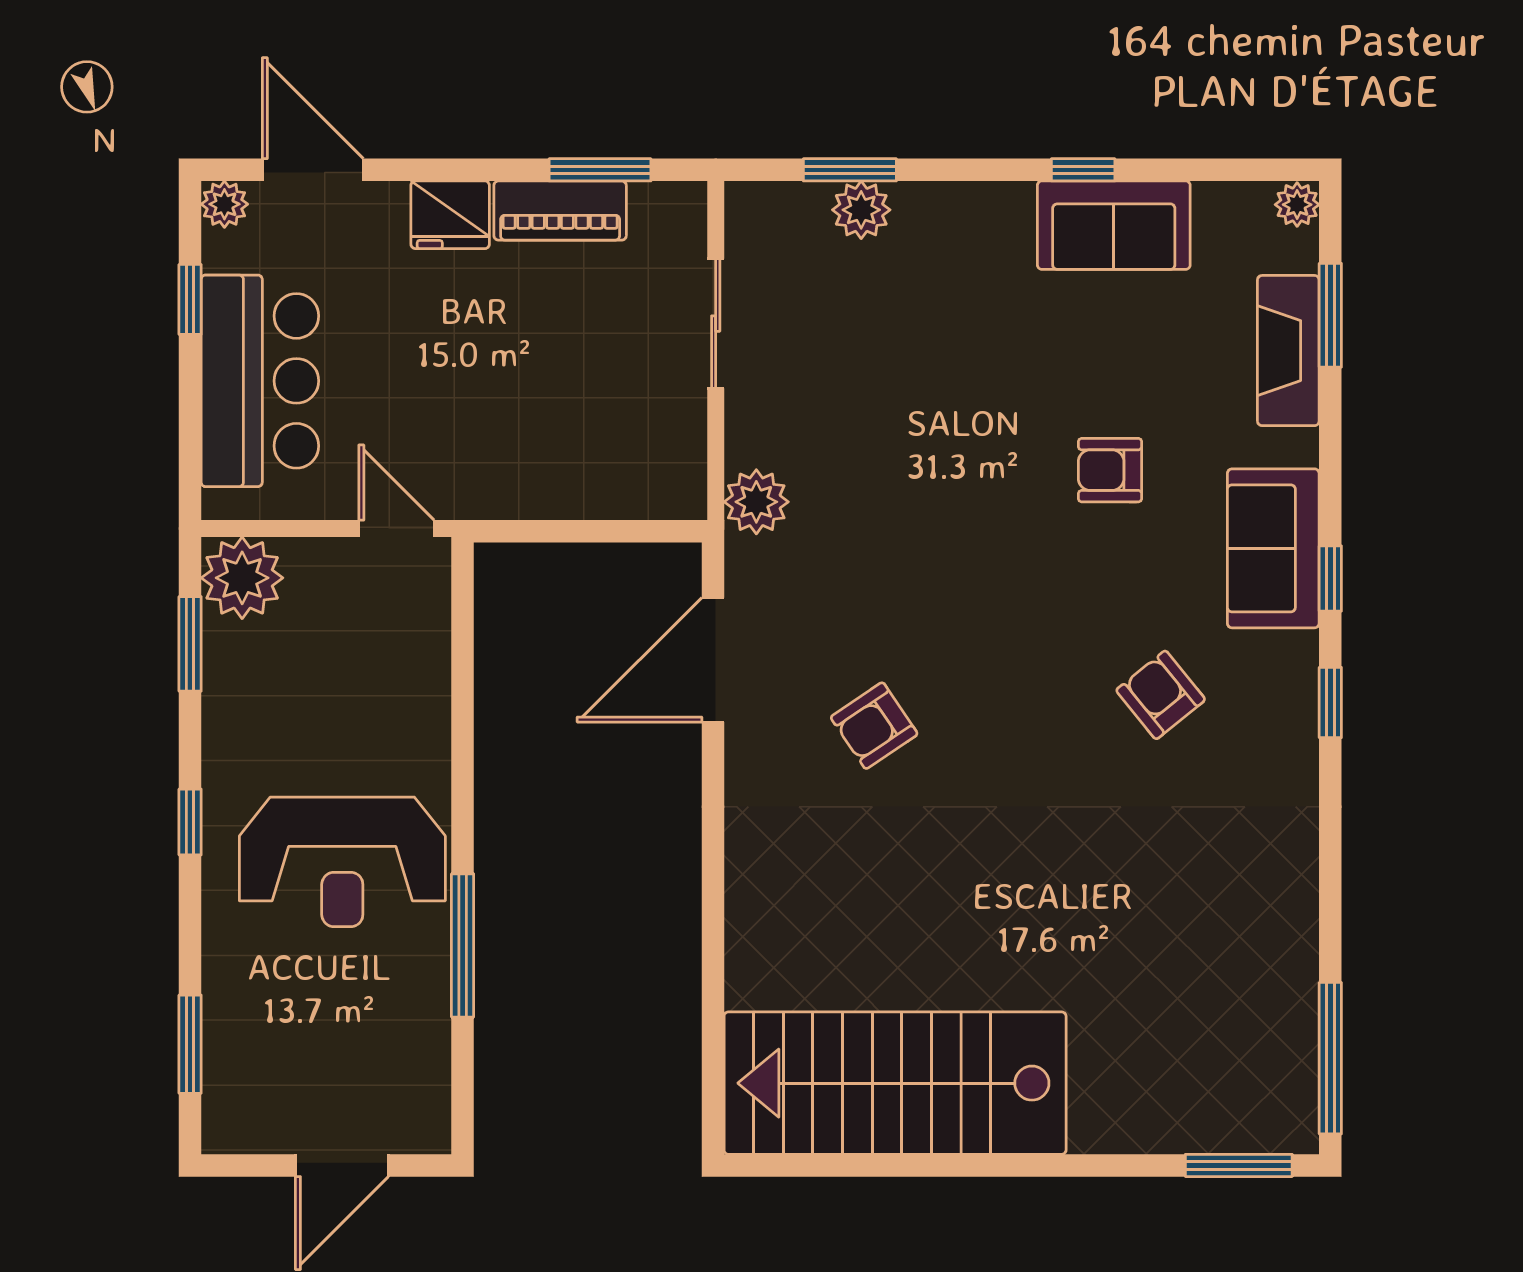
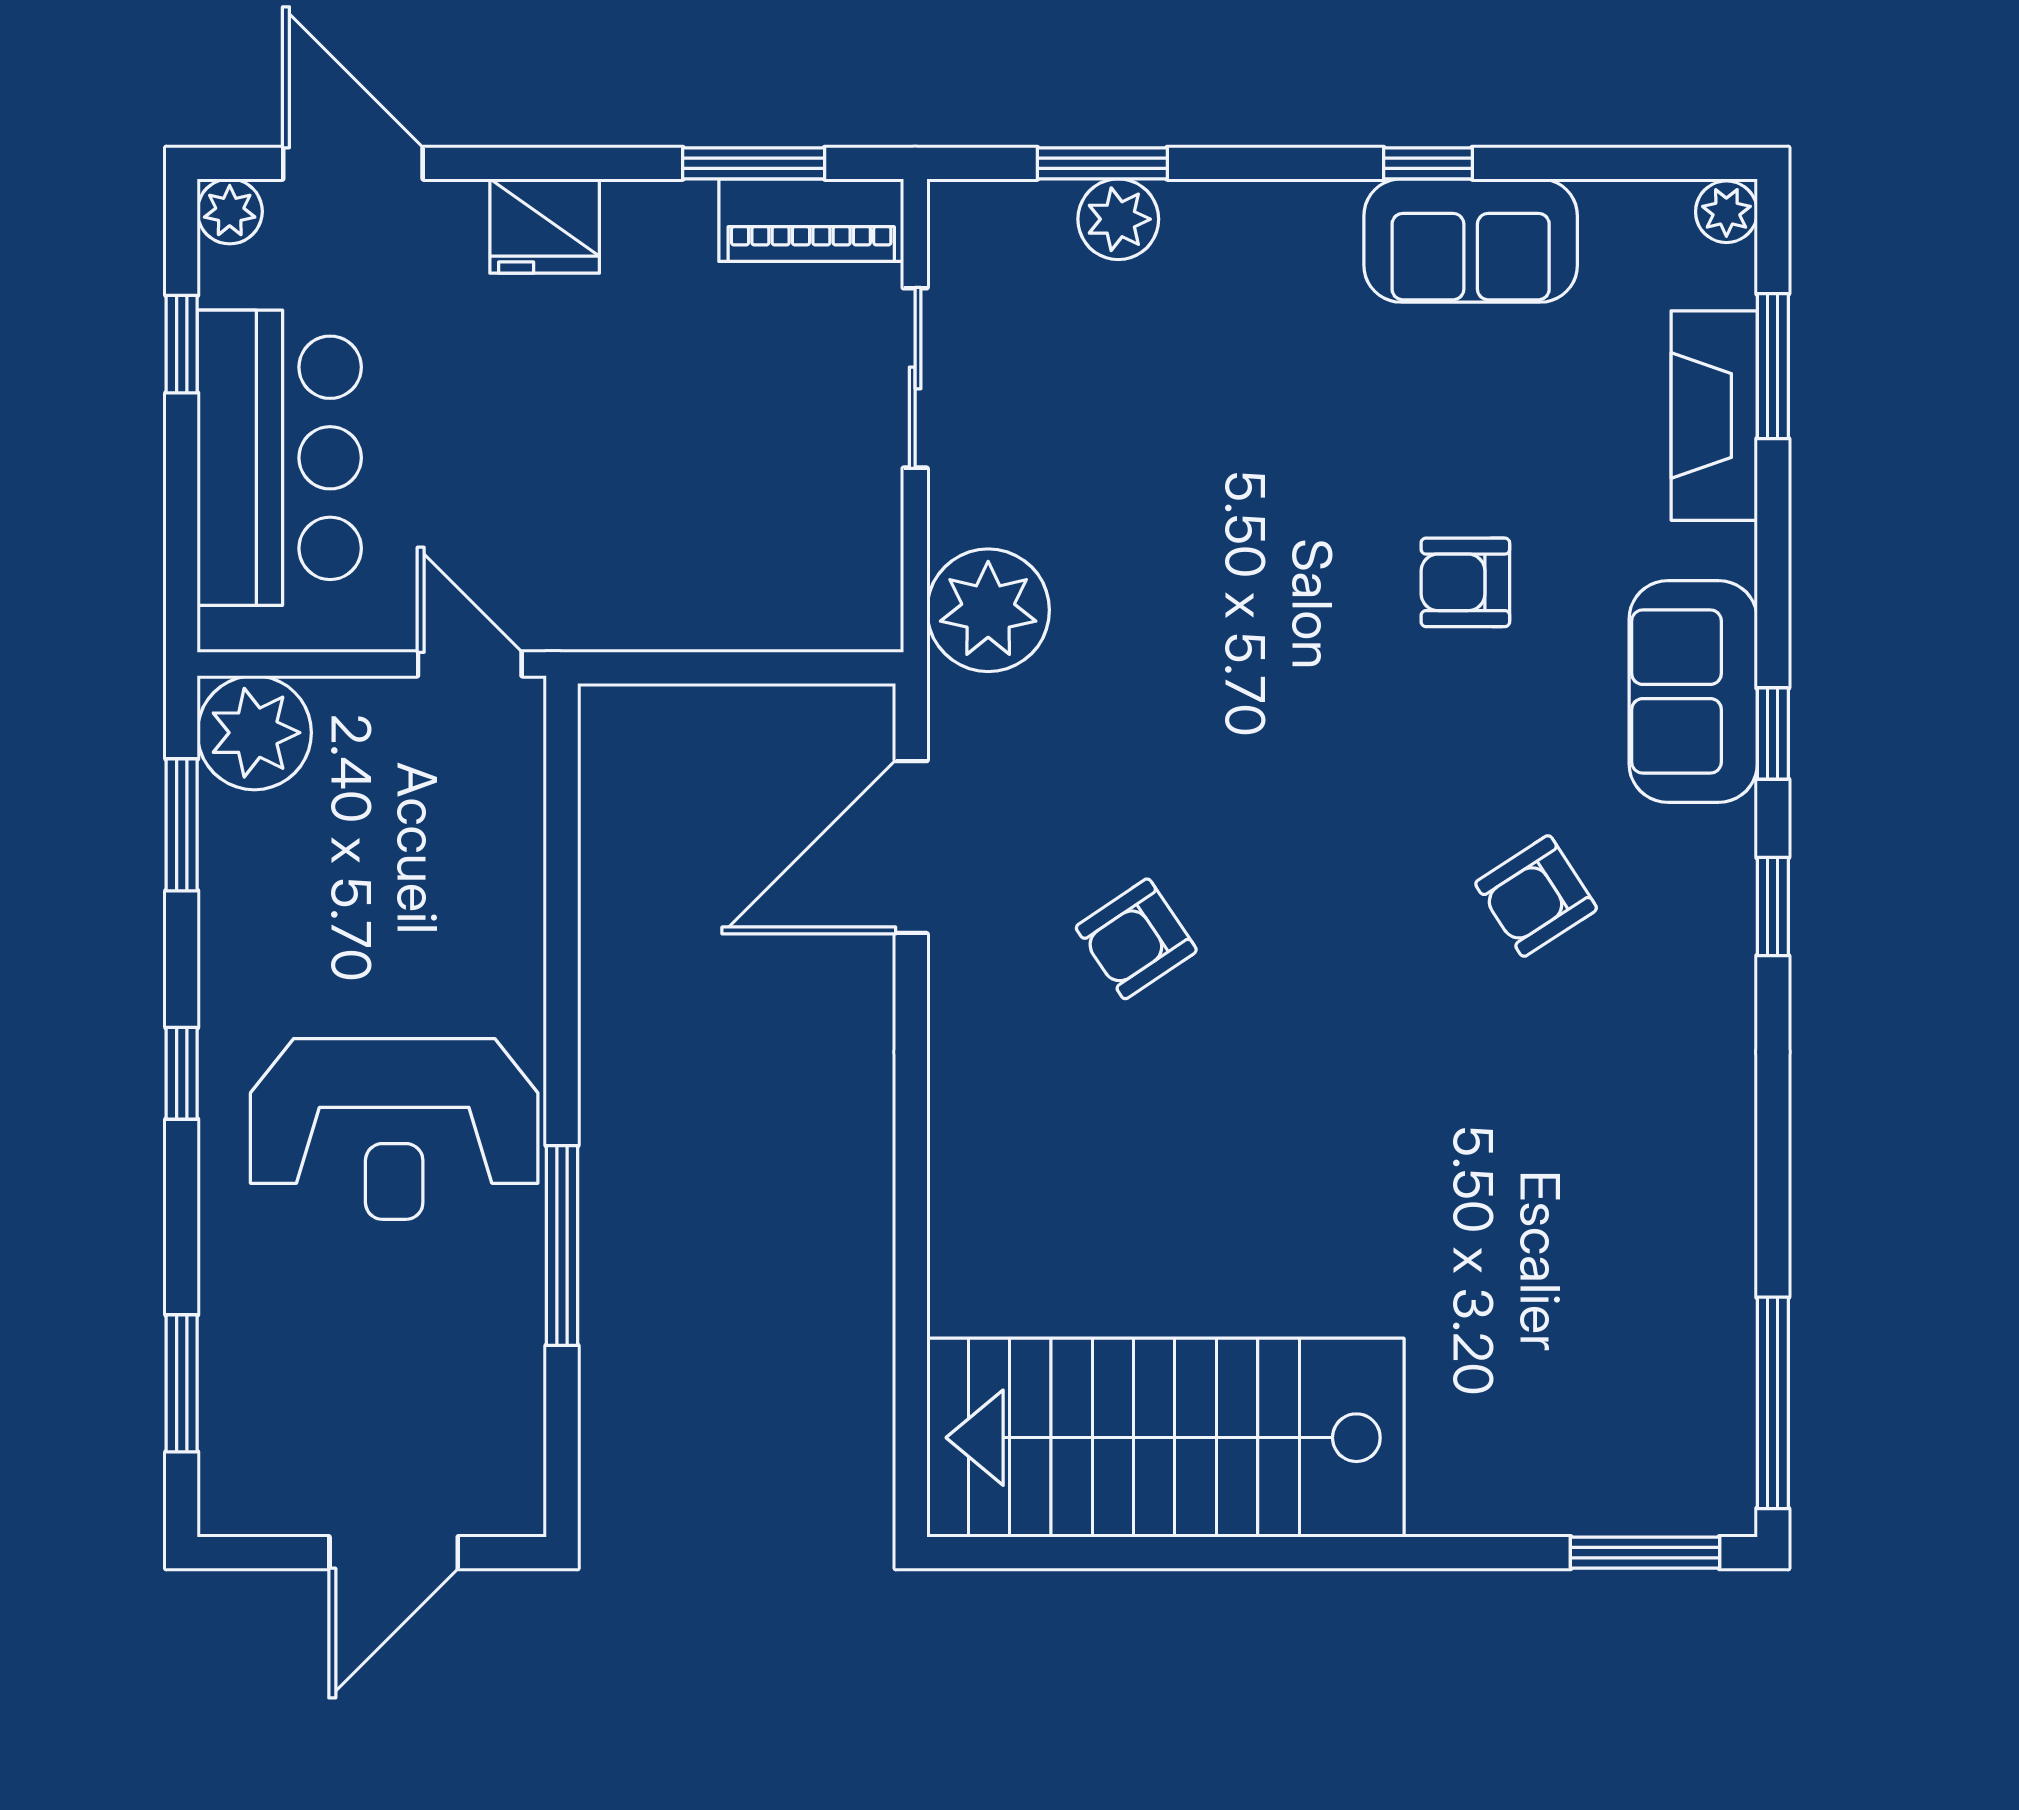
piano: (560, 211) -> (811, 220), moved
plant: (756, 502) -> (988, 610), width x1.36, depth x1.36
armchair: (1161, 695) -> (1536, 896), turned -84

